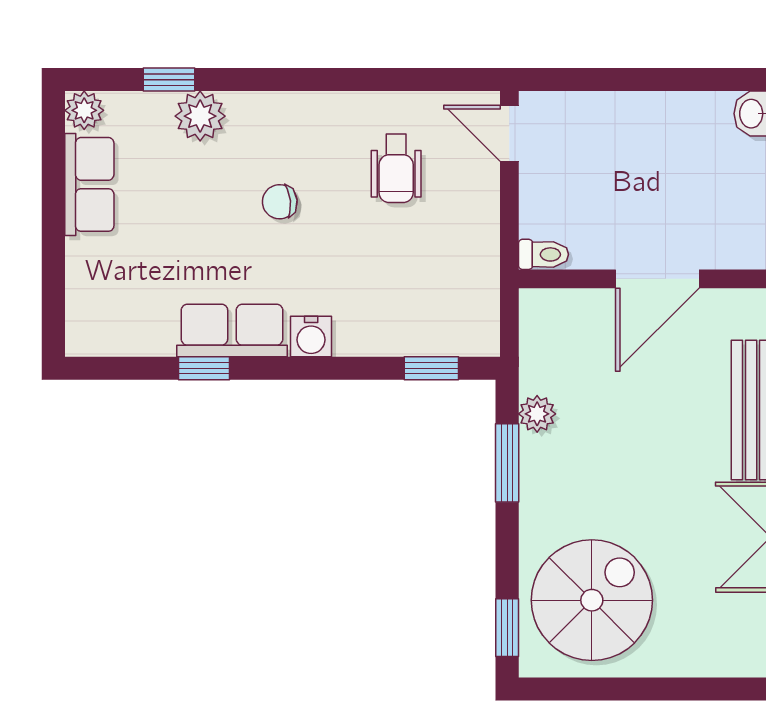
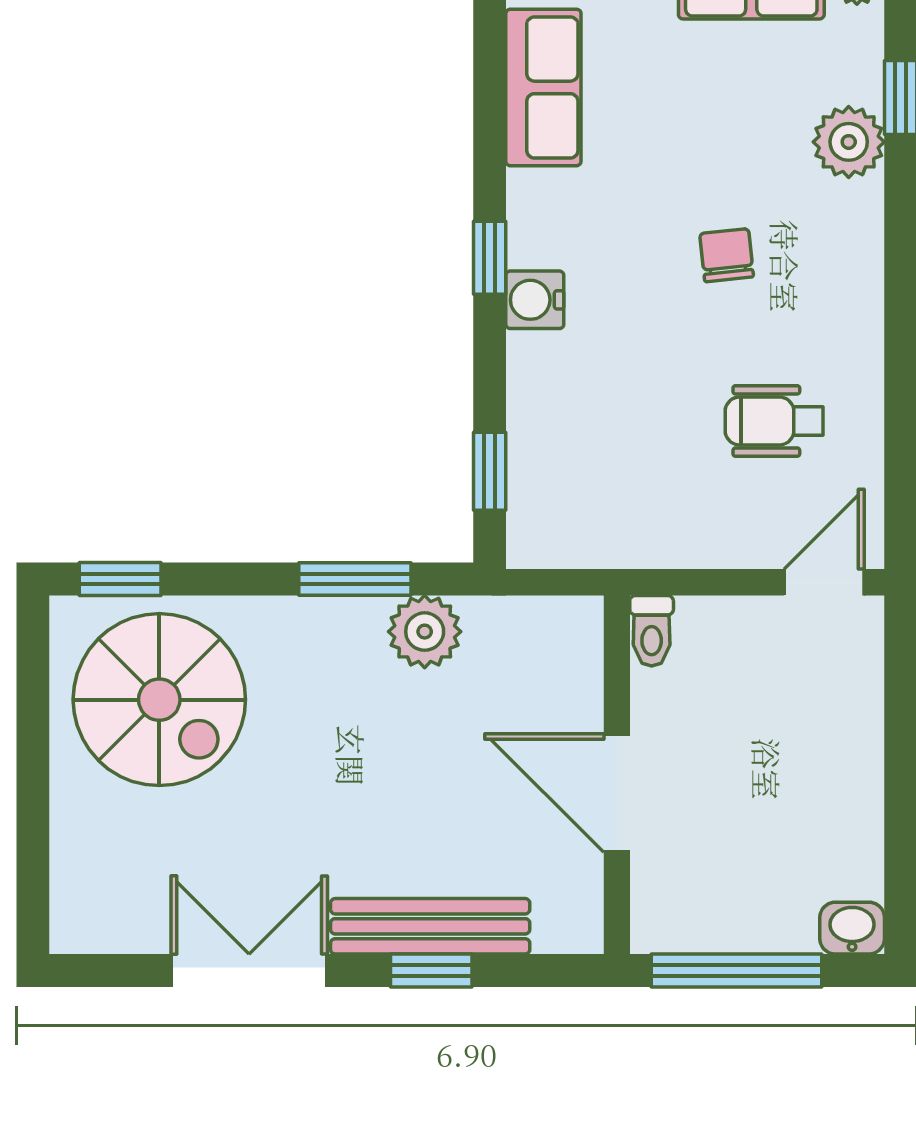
row of seats: (232, 330) -> (543, 87), moved
window: (204, 368) -> (490, 258), moved
plant: (537, 414) -> (425, 632), width x1.38, depth x1.38

